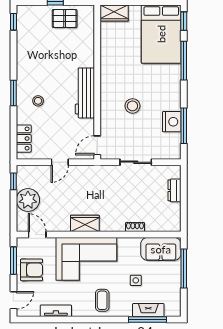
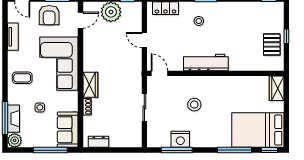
dresser: (174, 190) -> (99, 142), moved
wardrobe: (85, 223) -> (90, 85), moved
plant: (173, 309) -> (15, 140), added

